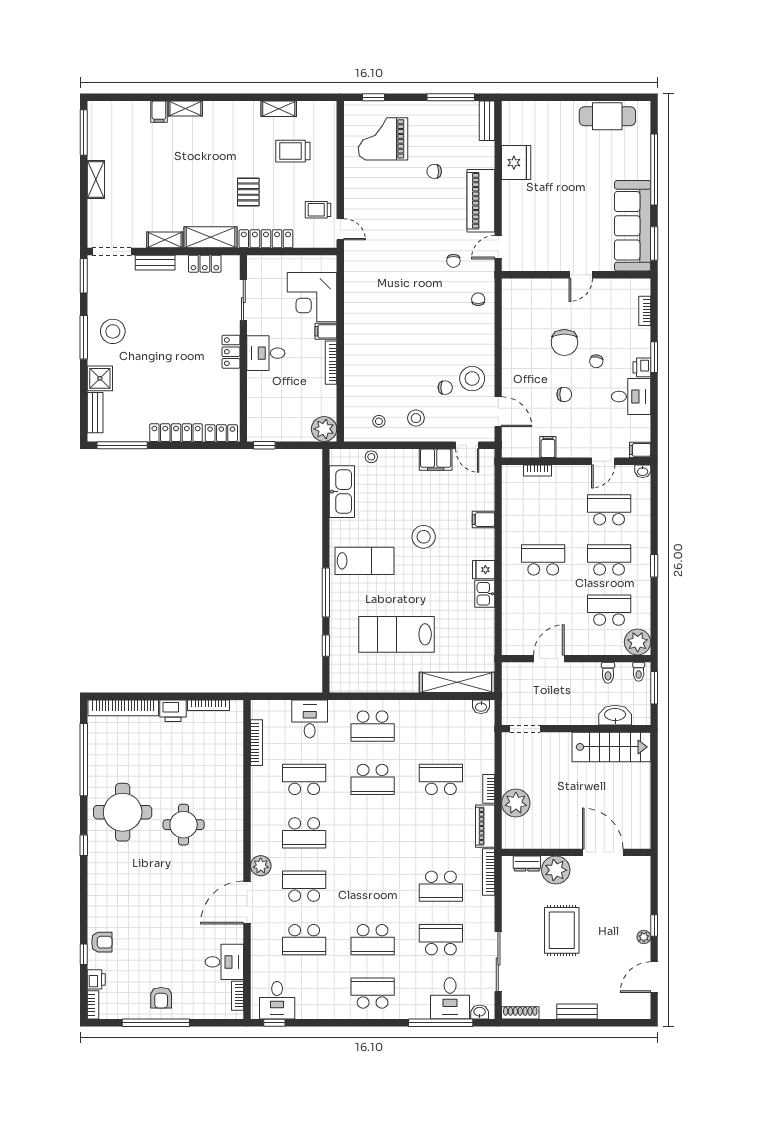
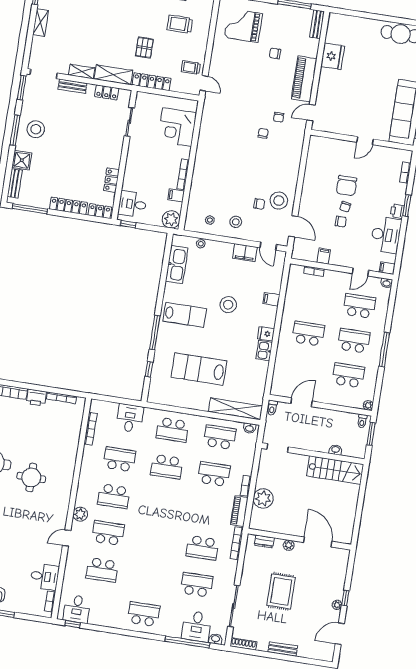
chair: (478, 299) -> (263, 133), moved
filing cabinet: (326, 331) -> (176, 195), moved
locker: (231, 352) -> (111, 180), moved
desk: (266, 353) -> (132, 204), moved
chair: (596, 361) -> (345, 207), moved
desk: (631, 396) -> (386, 235), width x1.37
window: (654, 566) -> (384, 350), width x2.17
plant: (638, 642) -> (368, 405), width x0.53, depth x0.53
toilet: (608, 673) -> (272, 408), moved
washbasin: (615, 715) -> (335, 450), width x0.52, depth x0.69
plant: (556, 870) -> (289, 545), width x0.53, depth x0.53
door: (247, 902) -> (67, 538), width x0.53
school desk: (373, 940) -> (220, 437), moved, turned 180

